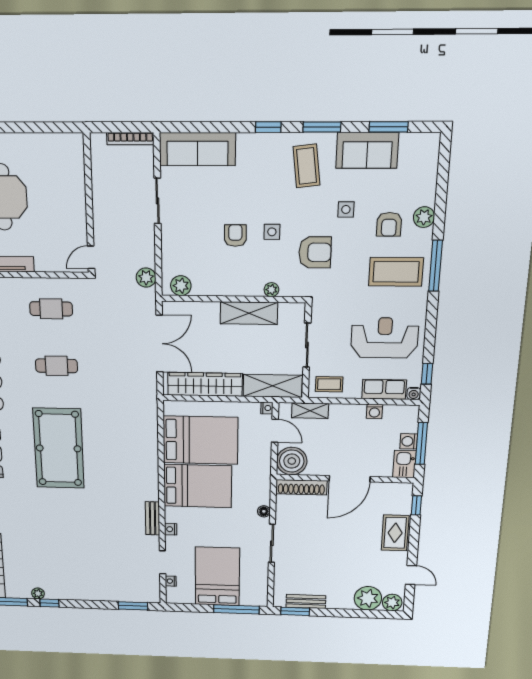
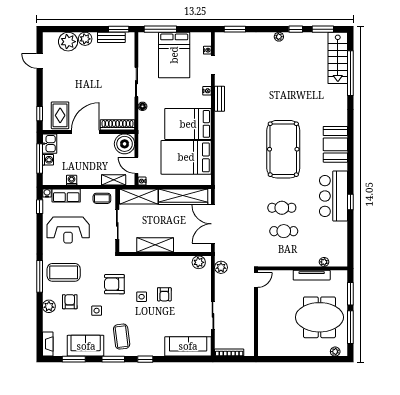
fireplace: (431, 153) -> (48, 344), added
plant: (271, 290) -> (141, 260), removed
cafe table: (51, 309) -> (284, 231), moved
rug: (395, 533) -> (60, 115), moved
plant: (38, 593) -> (279, 37), moved
plant: (392, 603) -> (85, 39), moved

